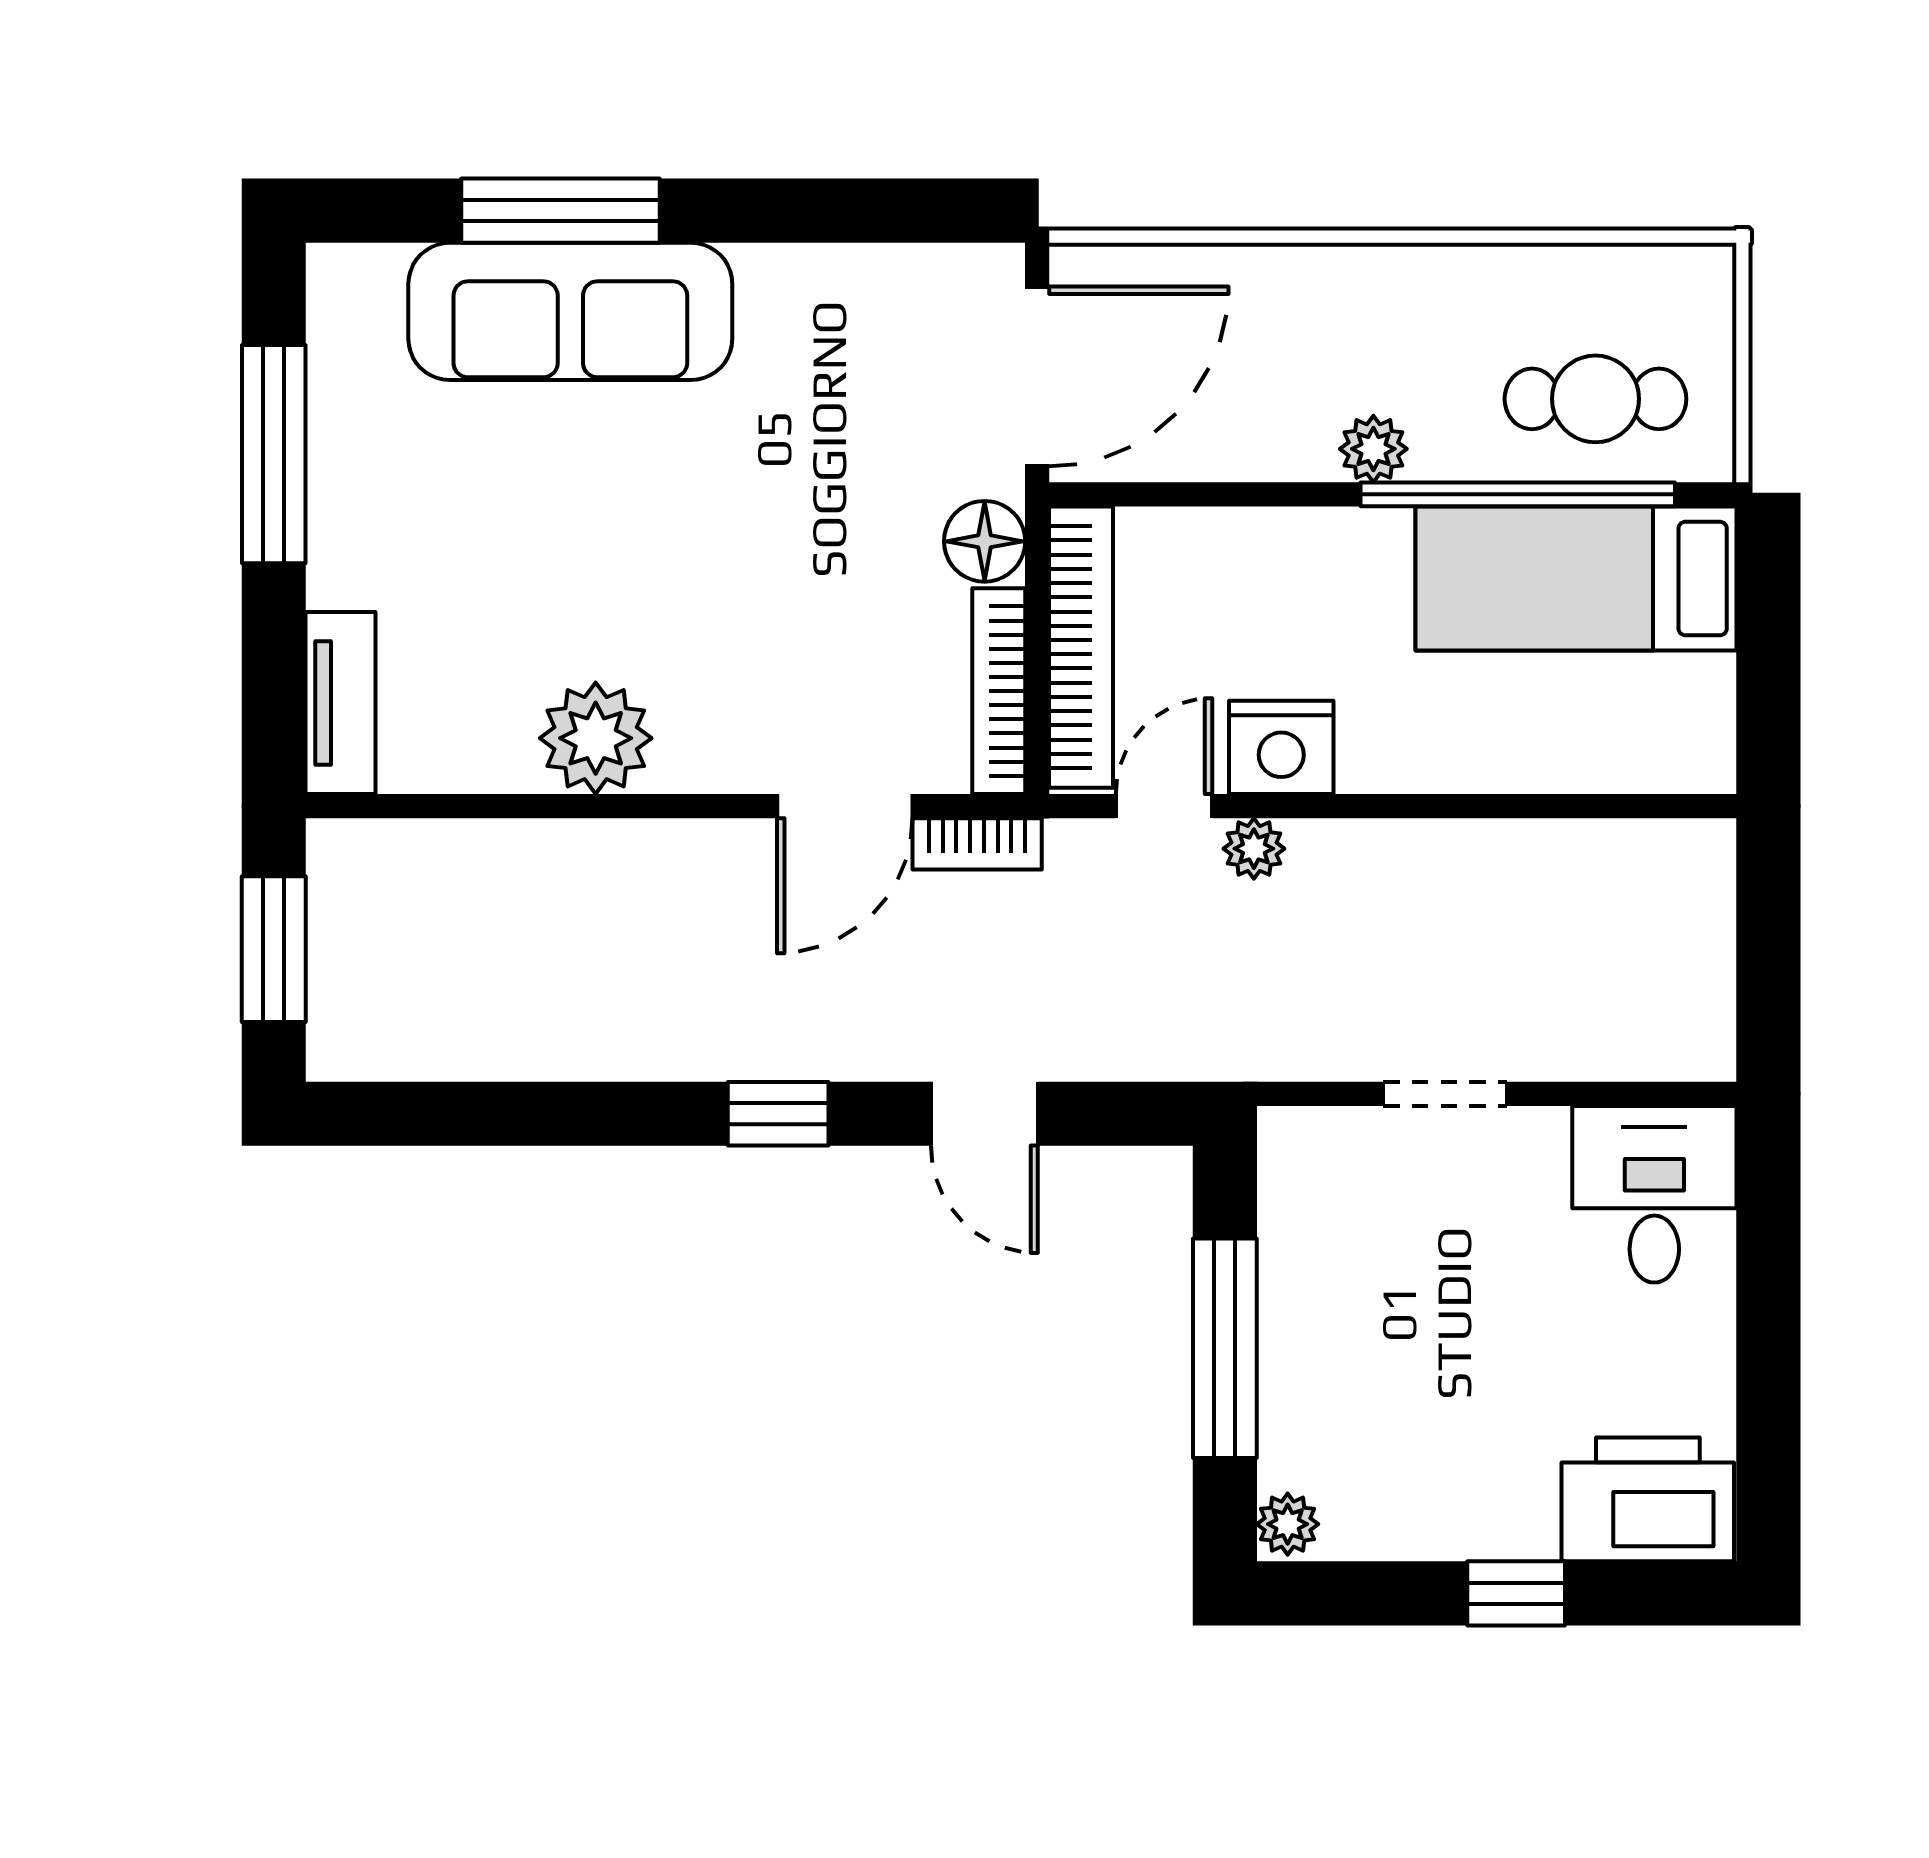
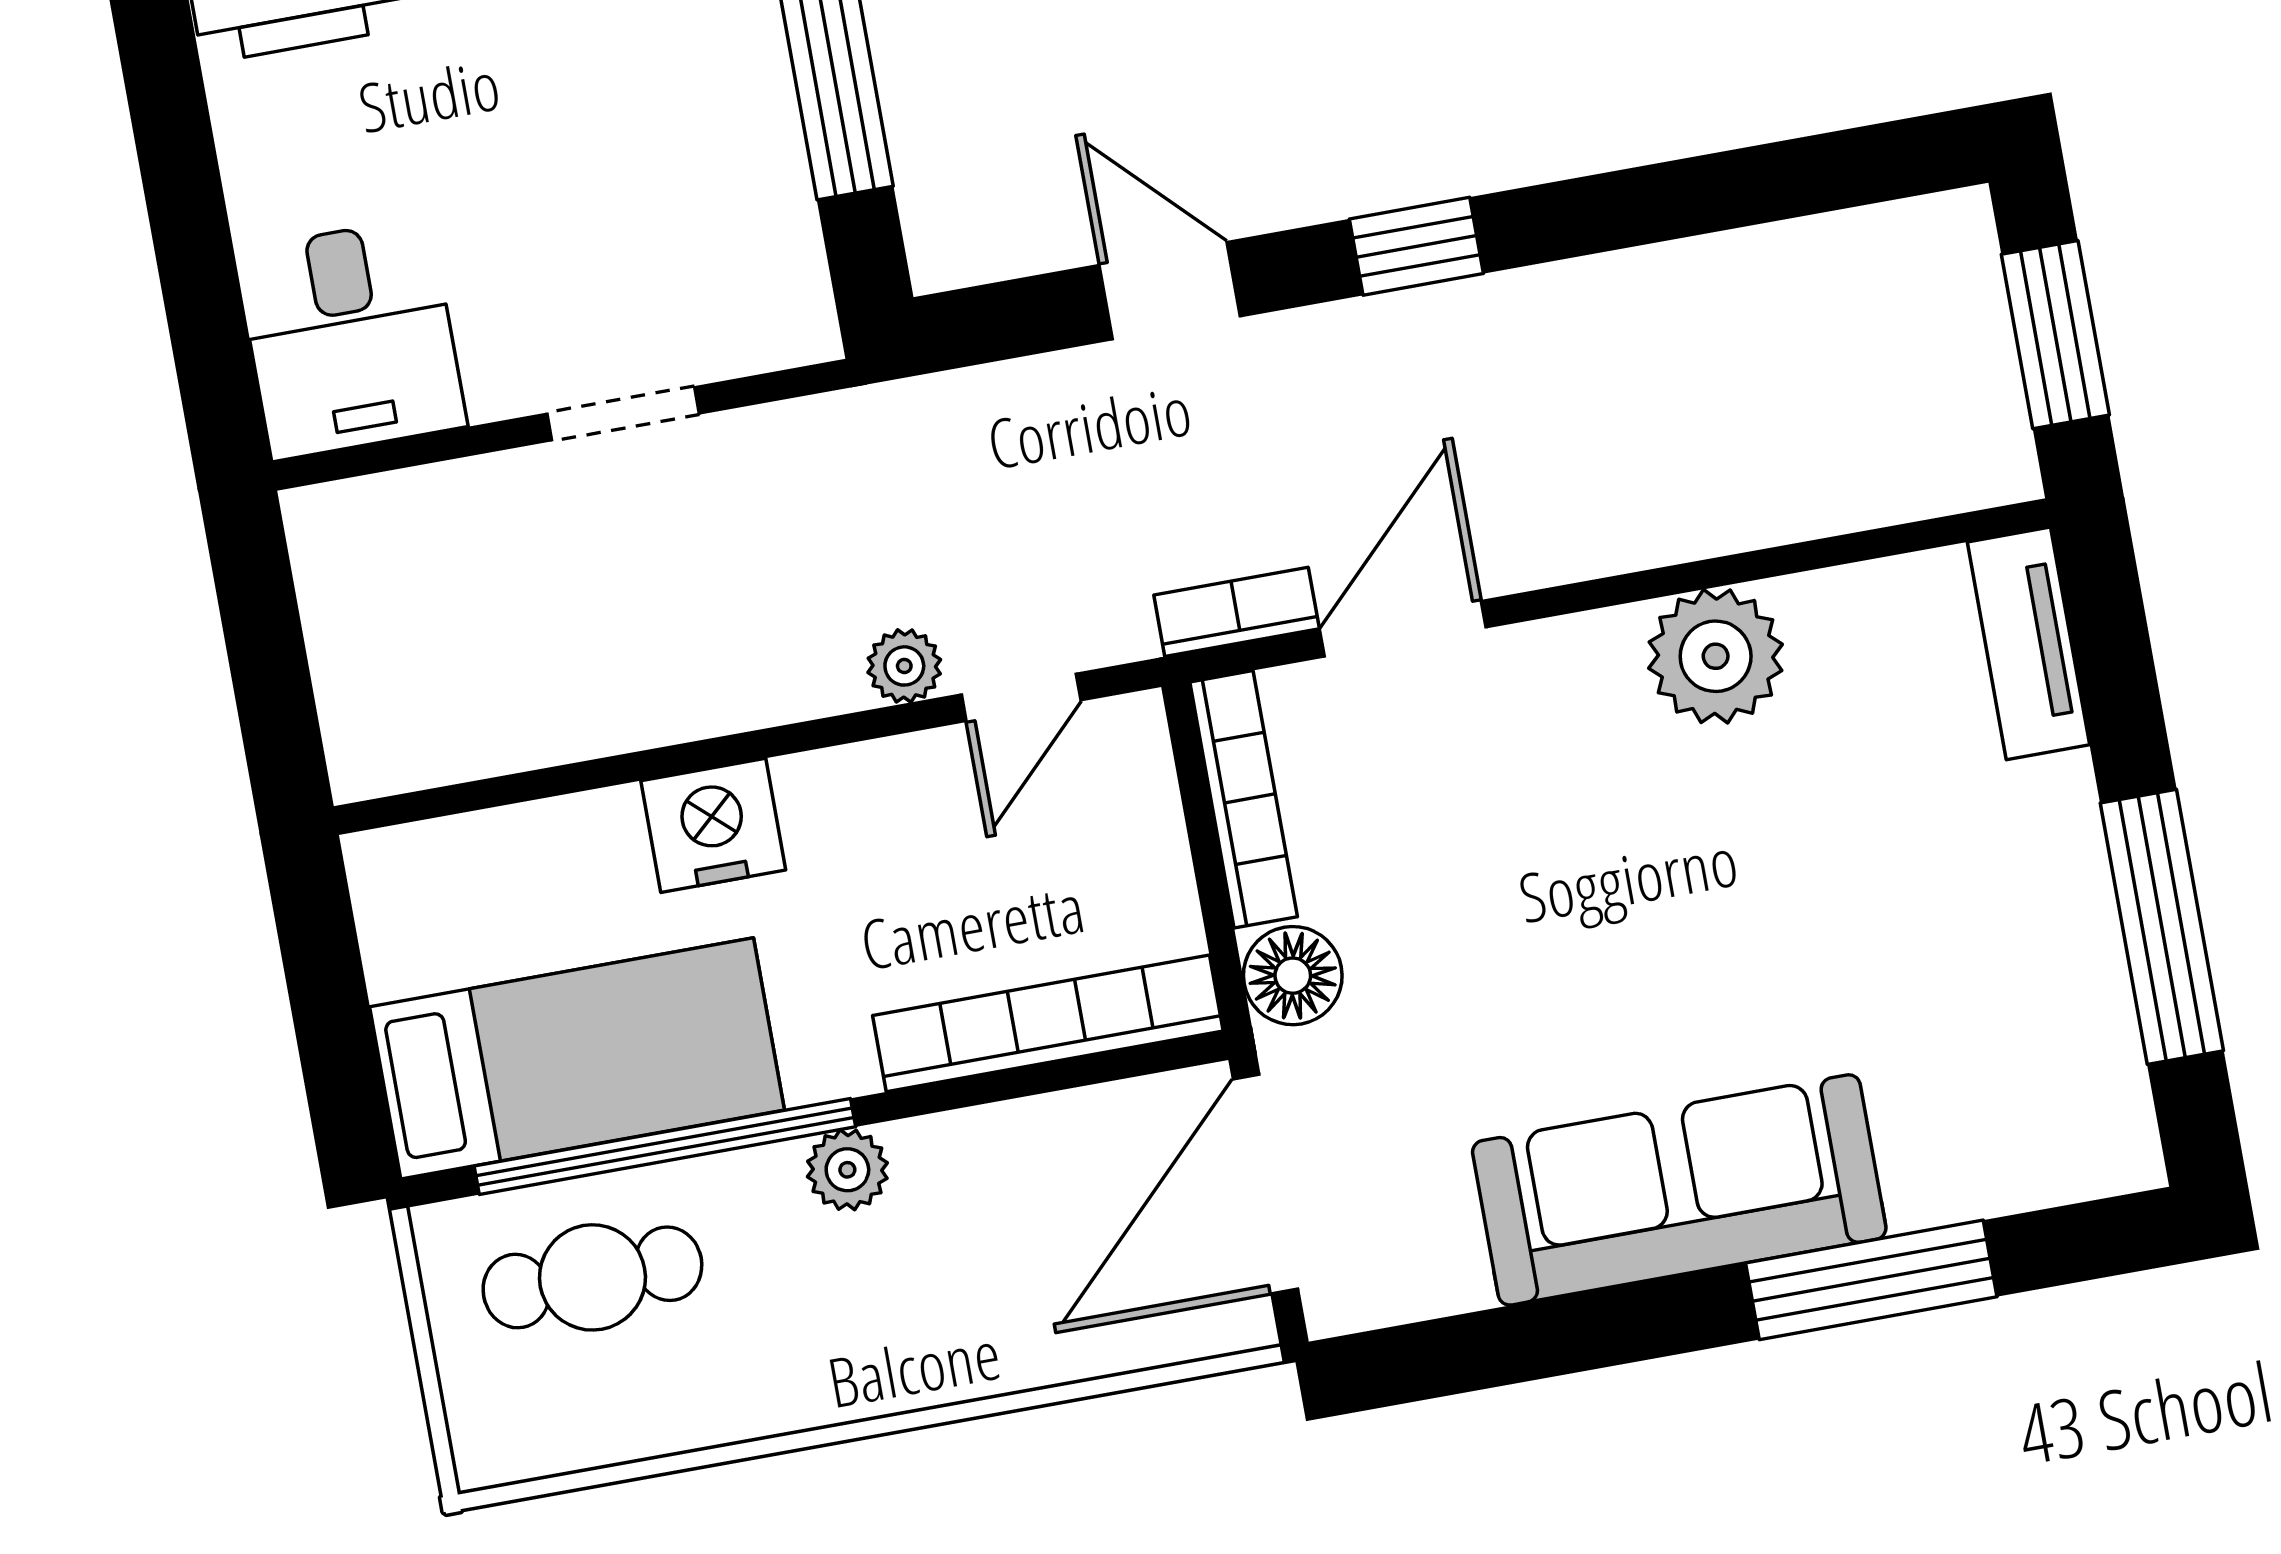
sofa: (570, 311) -> (1679, 1190), moved
bookcase: (1081, 647) -> (1048, 1023), moved, turned 90
nightstand: (1281, 747) -> (713, 825), moved

